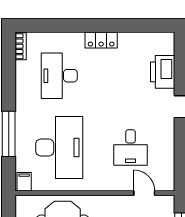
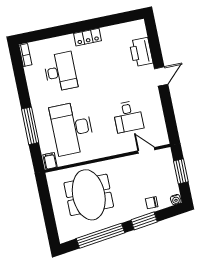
desk: (59, 76) -> (60, 72), turned 180
desk: (59, 148) -> (72, 128), turned 180

